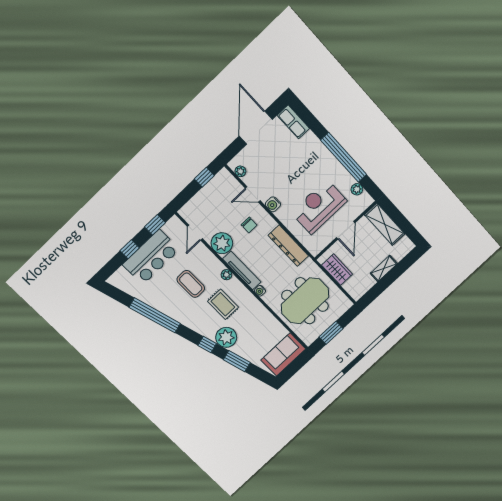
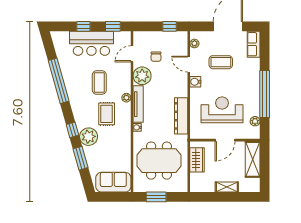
coffee table: (279, 166) -> (221, 62), added
chair: (249, 225) -> (156, 57), moved

